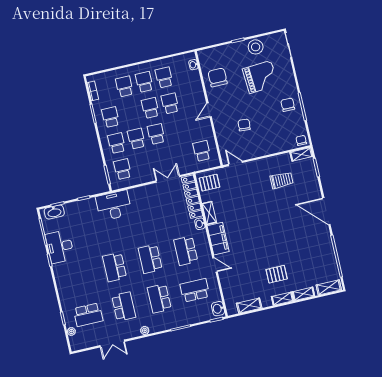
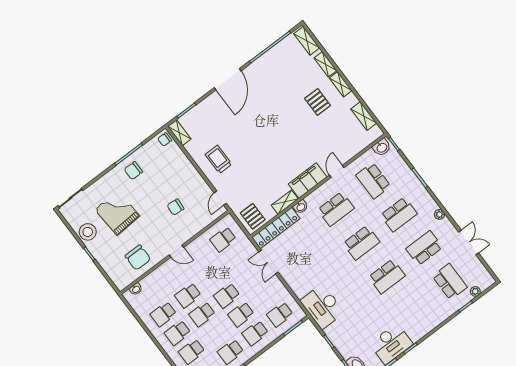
chair: (218, 77) -> (138, 258), turned -90
trolley: (282, 180) -> (219, 159), moved

